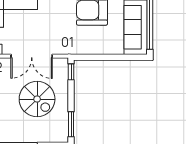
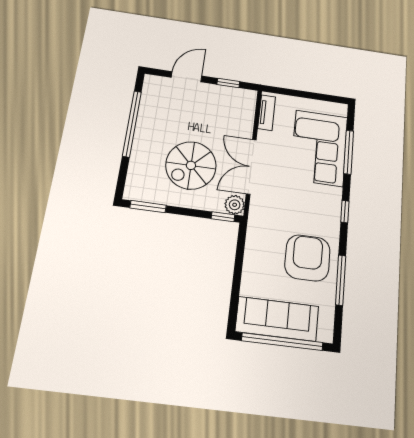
plant: (61, 65) -> (235, 205), added

